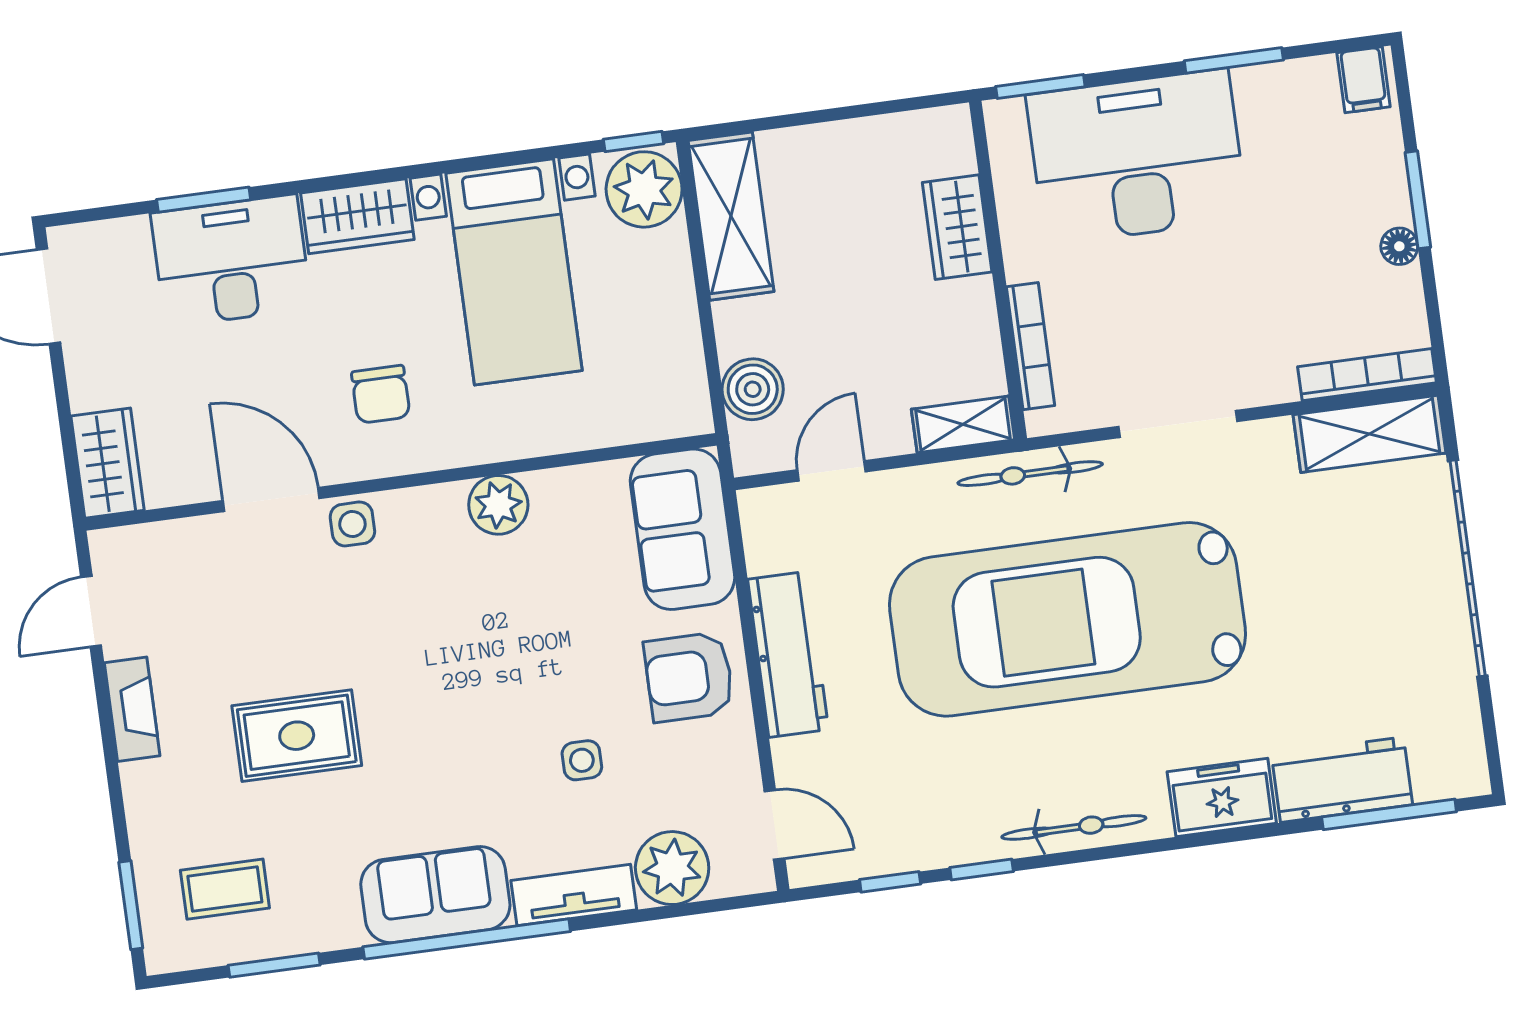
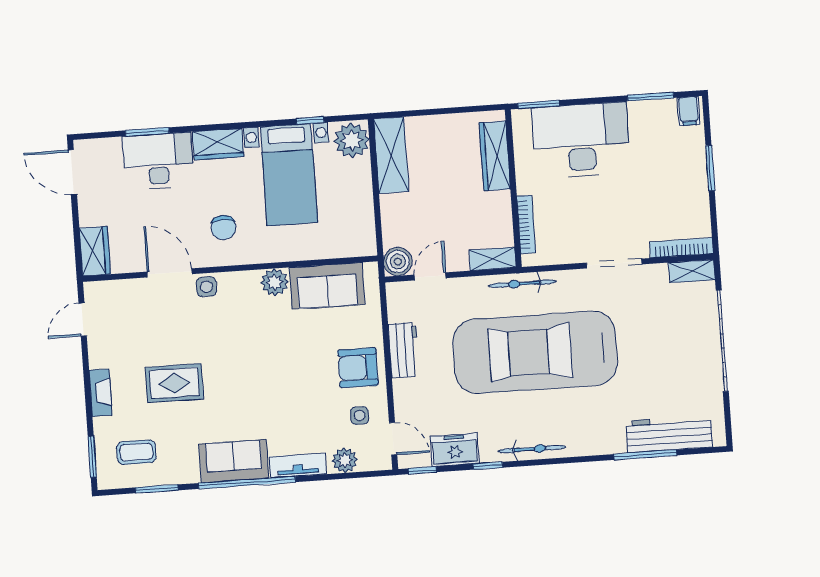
window: (1234, 60) -> (651, 97), moved
window: (633, 142) -> (310, 120), moved
wardrobe: (957, 227) -> (495, 156), width x1.50
floor lamp: (1399, 246) -> (700, 189), removed
boiler: (753, 389) -> (398, 262), moved
doorway: (1178, 424) -> (614, 264), moved
shelving: (1369, 434) -> (692, 271), width x0.67, depth x0.75
sofa: (683, 529) -> (327, 286), moved, turned -90
workbench: (788, 654) -> (404, 350), width x0.73
fireplace: (132, 709) -> (101, 393), moved
side table: (582, 760) -> (360, 416), moved
workbench: (1342, 780) -> (669, 434), width x1.38
freezer: (1222, 797) -> (455, 450), moved
window: (1389, 814) -> (645, 455), moved
plant: (672, 868) -> (345, 460), width x0.73, depth x0.73
window: (890, 882) -> (422, 470), moved

